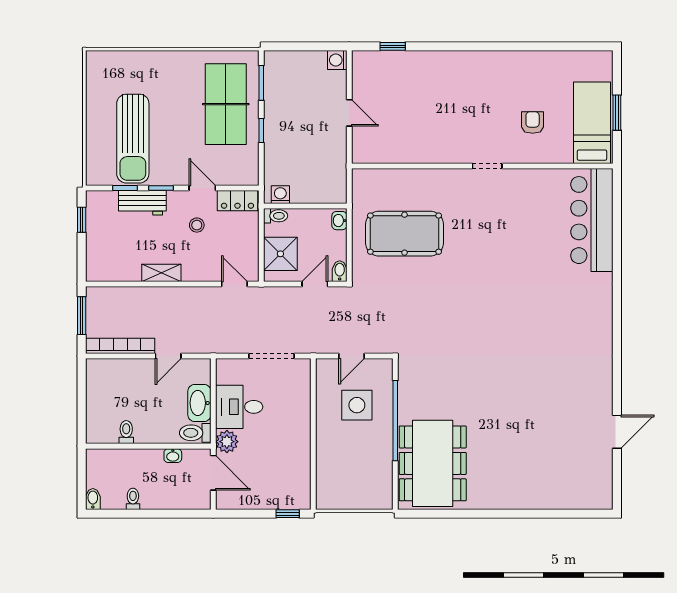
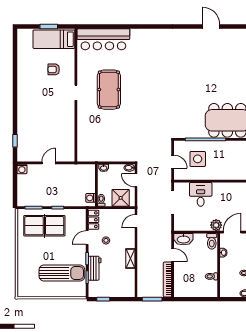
pool table: (404, 234) -> (109, 90), moved
washbasin: (199, 403) -> (183, 239), moved
desk: (239, 407) -> (201, 194), moved, turned 180

